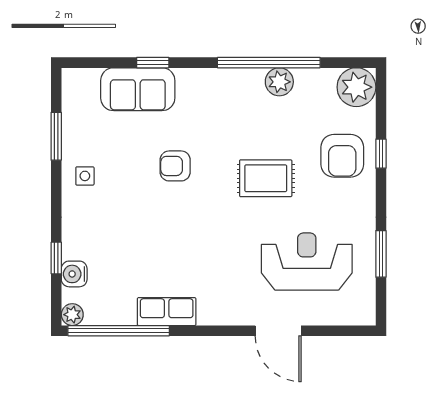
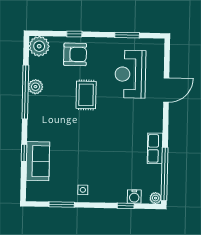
armchair: (175, 166) -> (79, 142), removed

